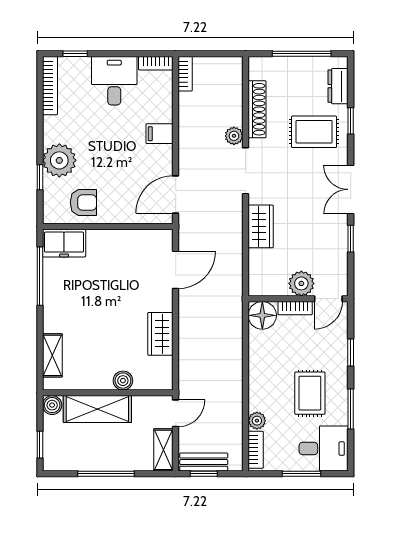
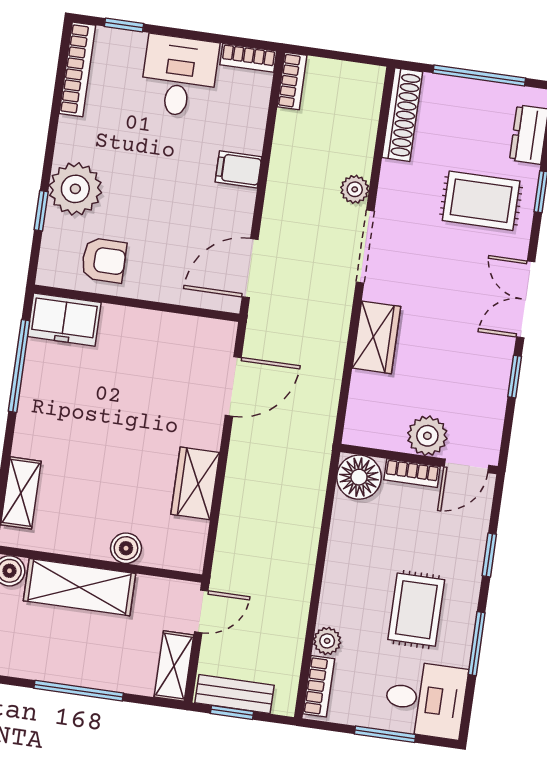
shoe rack: (257, 109) -> (402, 115), moved

